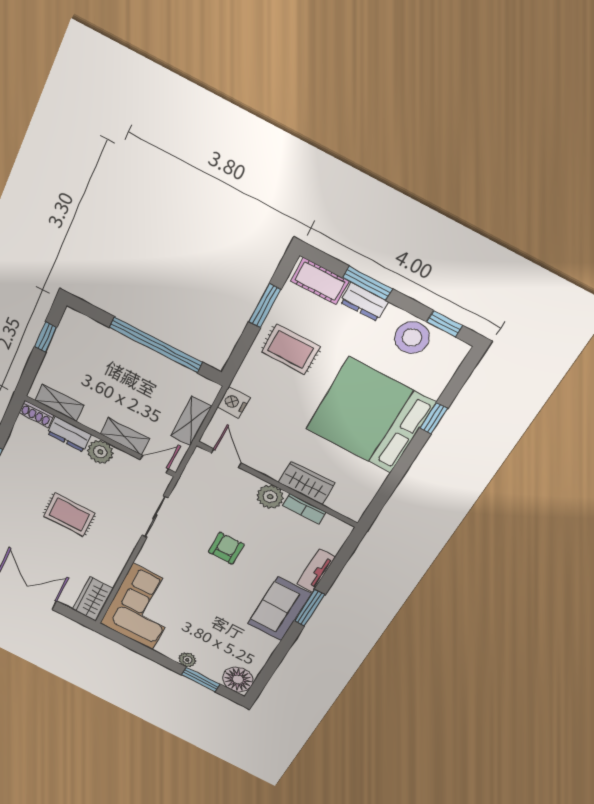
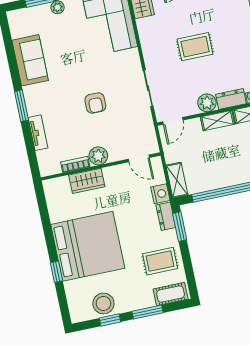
dresser: (364, 302) -> (166, 216), moved, turned -90
window: (265, 306) -> (180, 227), moved
window: (445, 324) -> (110, 320), moved
rug: (291, 349) -> (160, 261), moved
shelving: (191, 421) -> (177, 180), moved
shelving: (125, 436) -> (217, 121), moved
sofa: (279, 609) -> (30, 60), moved
floor lamp: (238, 679) -> (19, 20), removed

